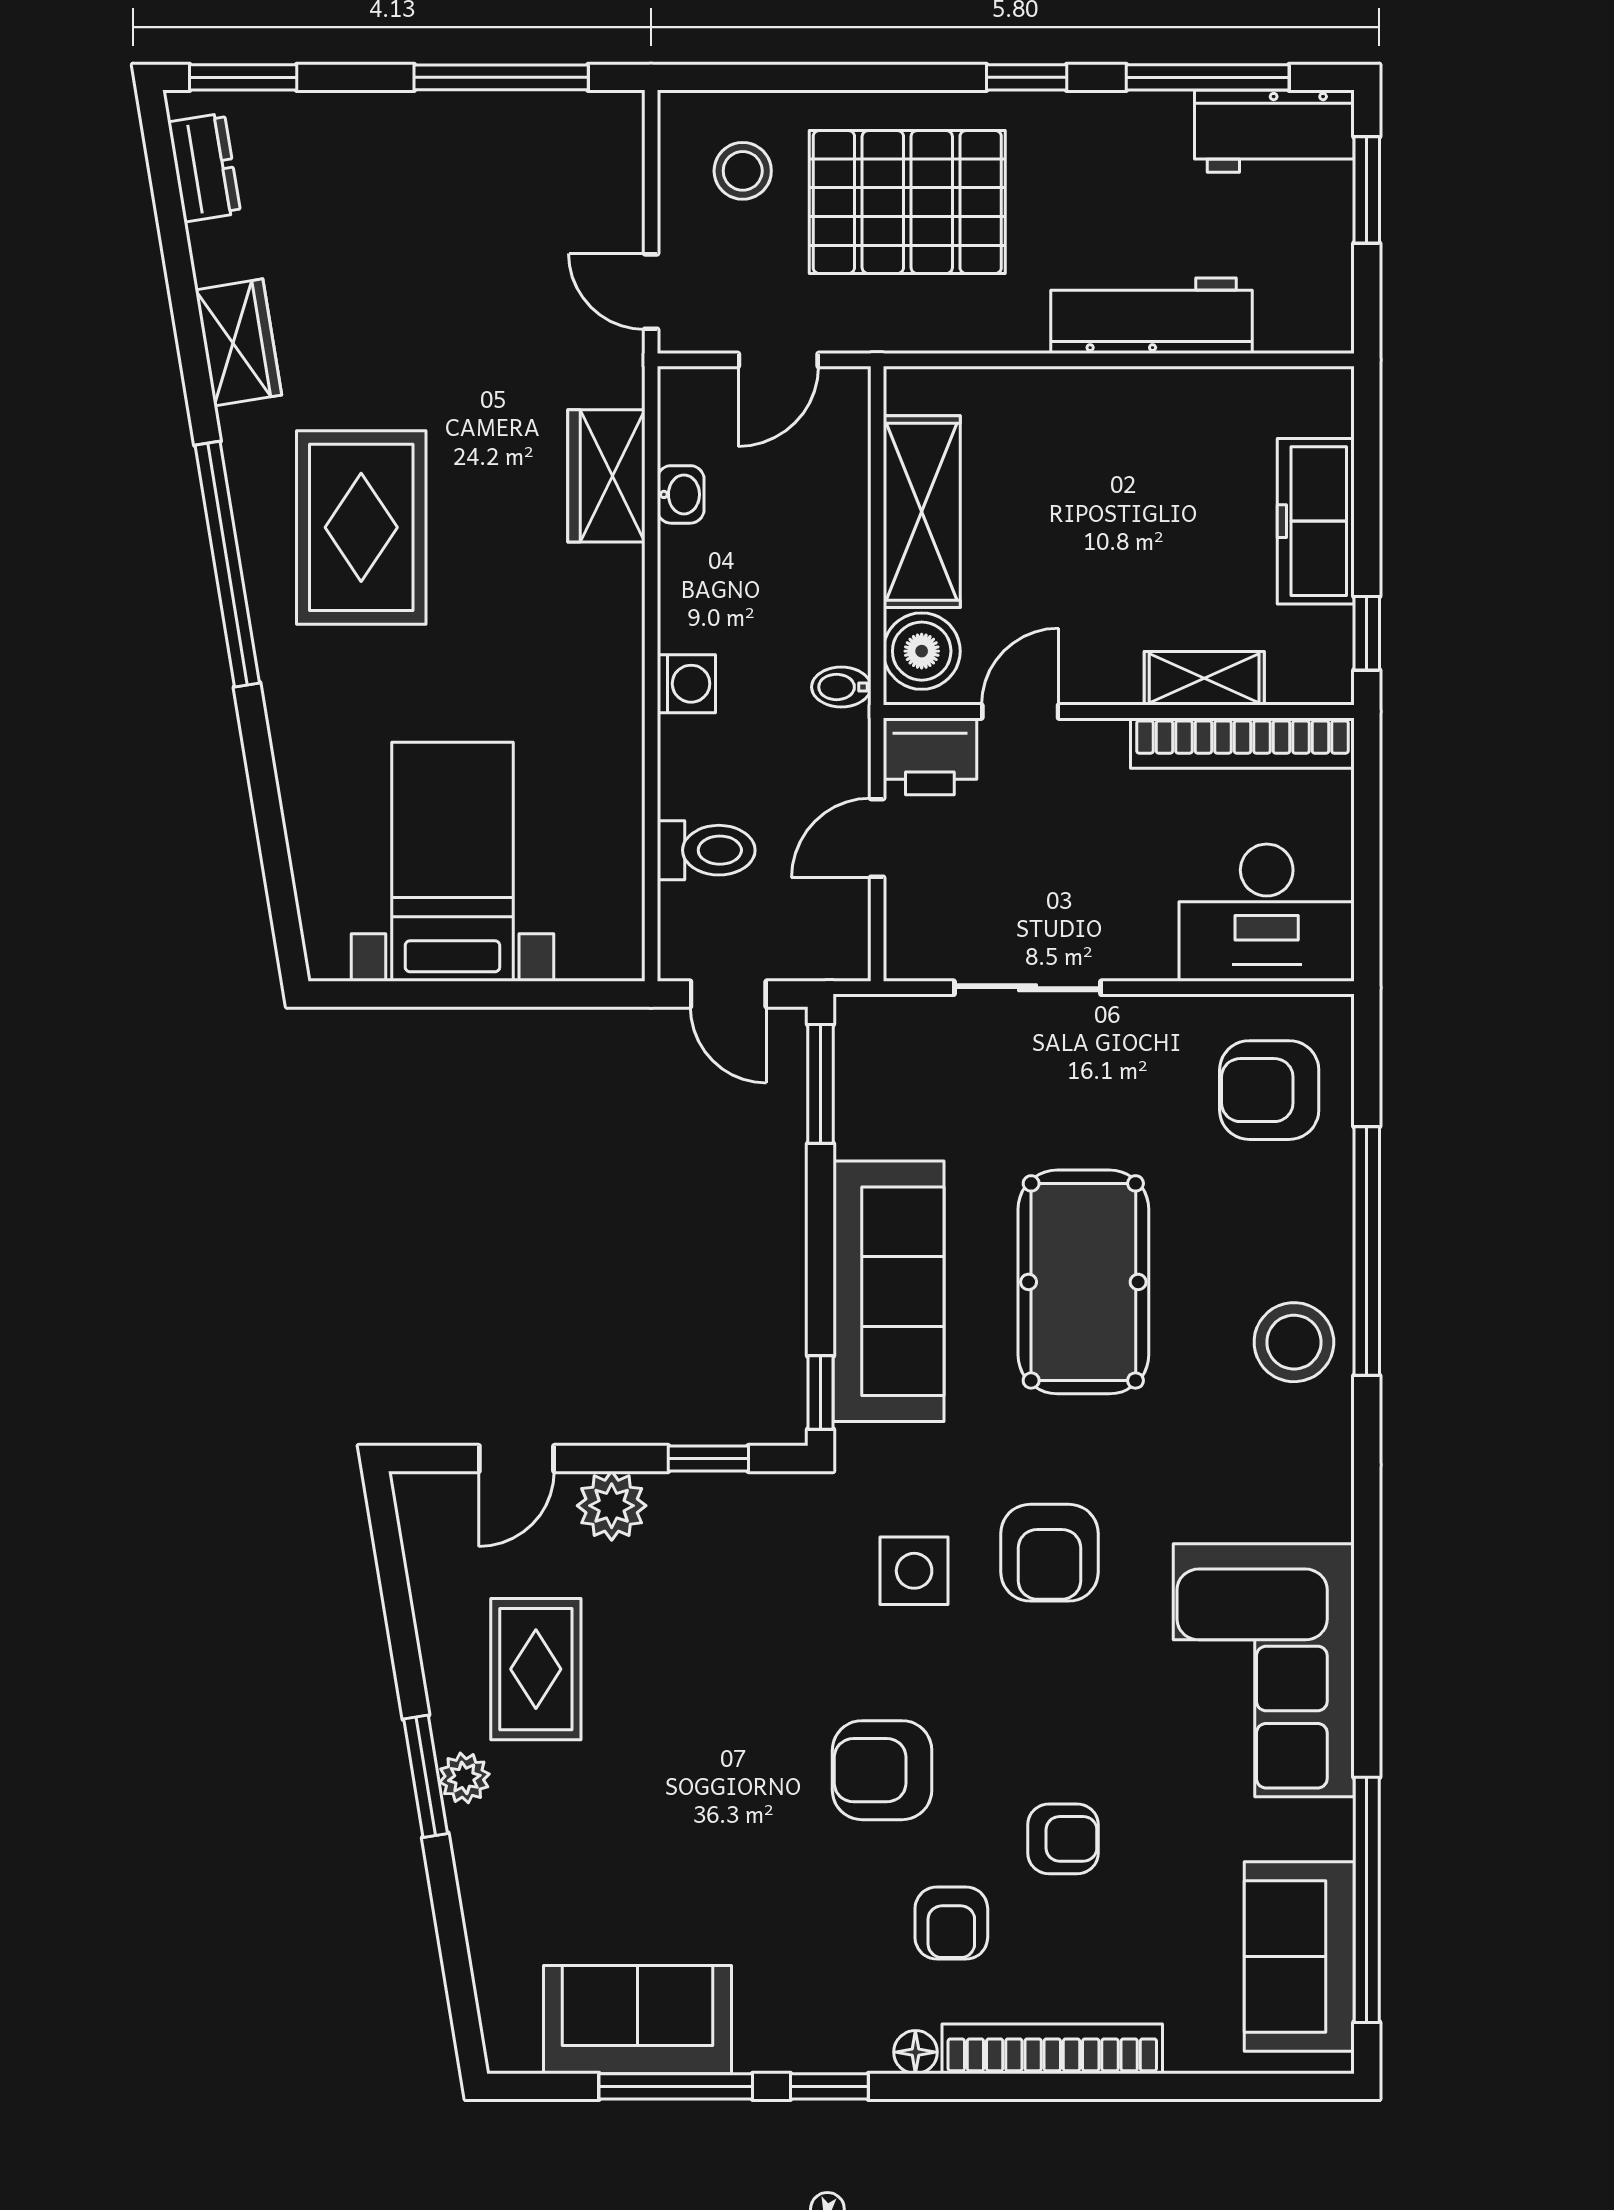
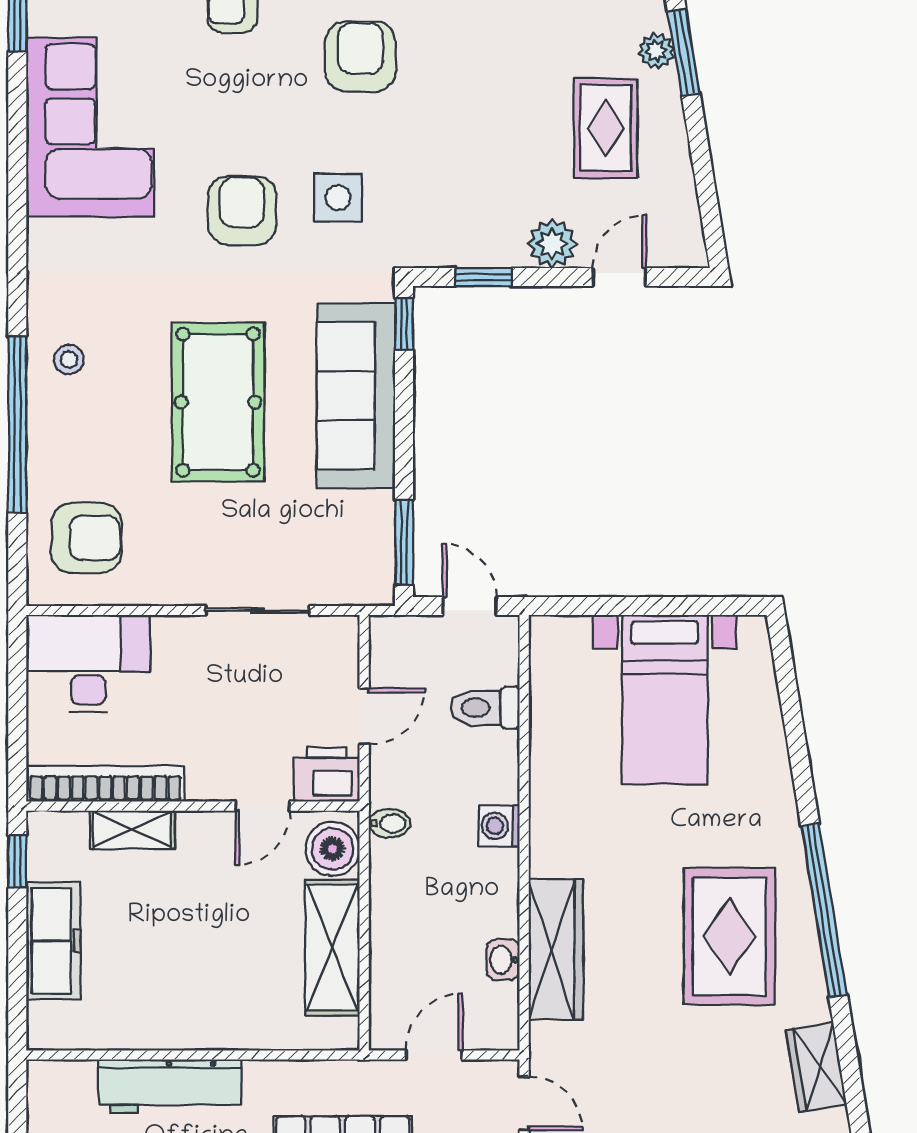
wardrobe: (606, 476) -> (556, 949), width x1.50
stool: (1294, 1342) -> (69, 360), width x0.53, depth x0.53
armchair: (882, 1770) -> (361, 56), turned -90

